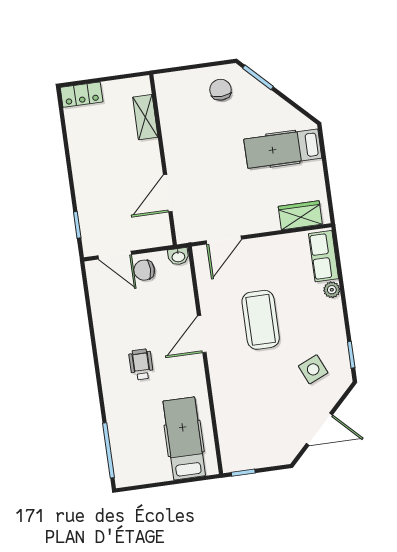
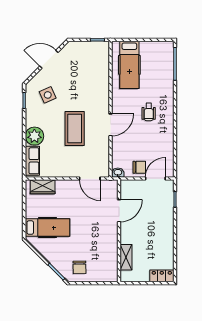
door: (224, 240) -> (90, 179), swing flipped
door: (115, 255) -> (155, 179), hinge flipped
plant: (332, 290) -> (34, 136), width x1.88, depth x1.88

